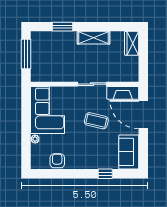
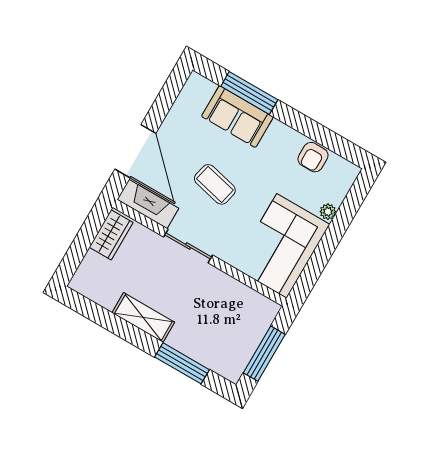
window: (62, 27) -> (182, 363), width x1.44
wardrobe: (132, 43) -> (111, 235), moved
sofa: (129, 152) -> (237, 117), moved, turned 90
window: (105, 174) -> (249, 93), width x2.17

